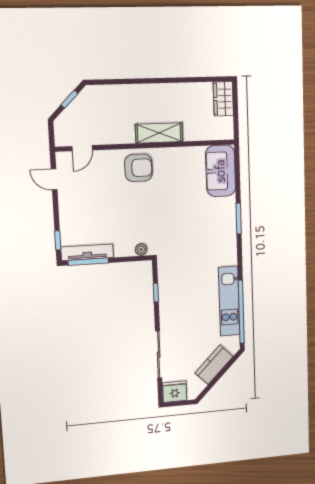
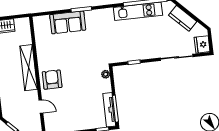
shelving: (159, 133) -> (29, 68), width x1.47
door: (82, 148) -> (41, 107), moved
sofa: (221, 171) -> (68, 22), moved

